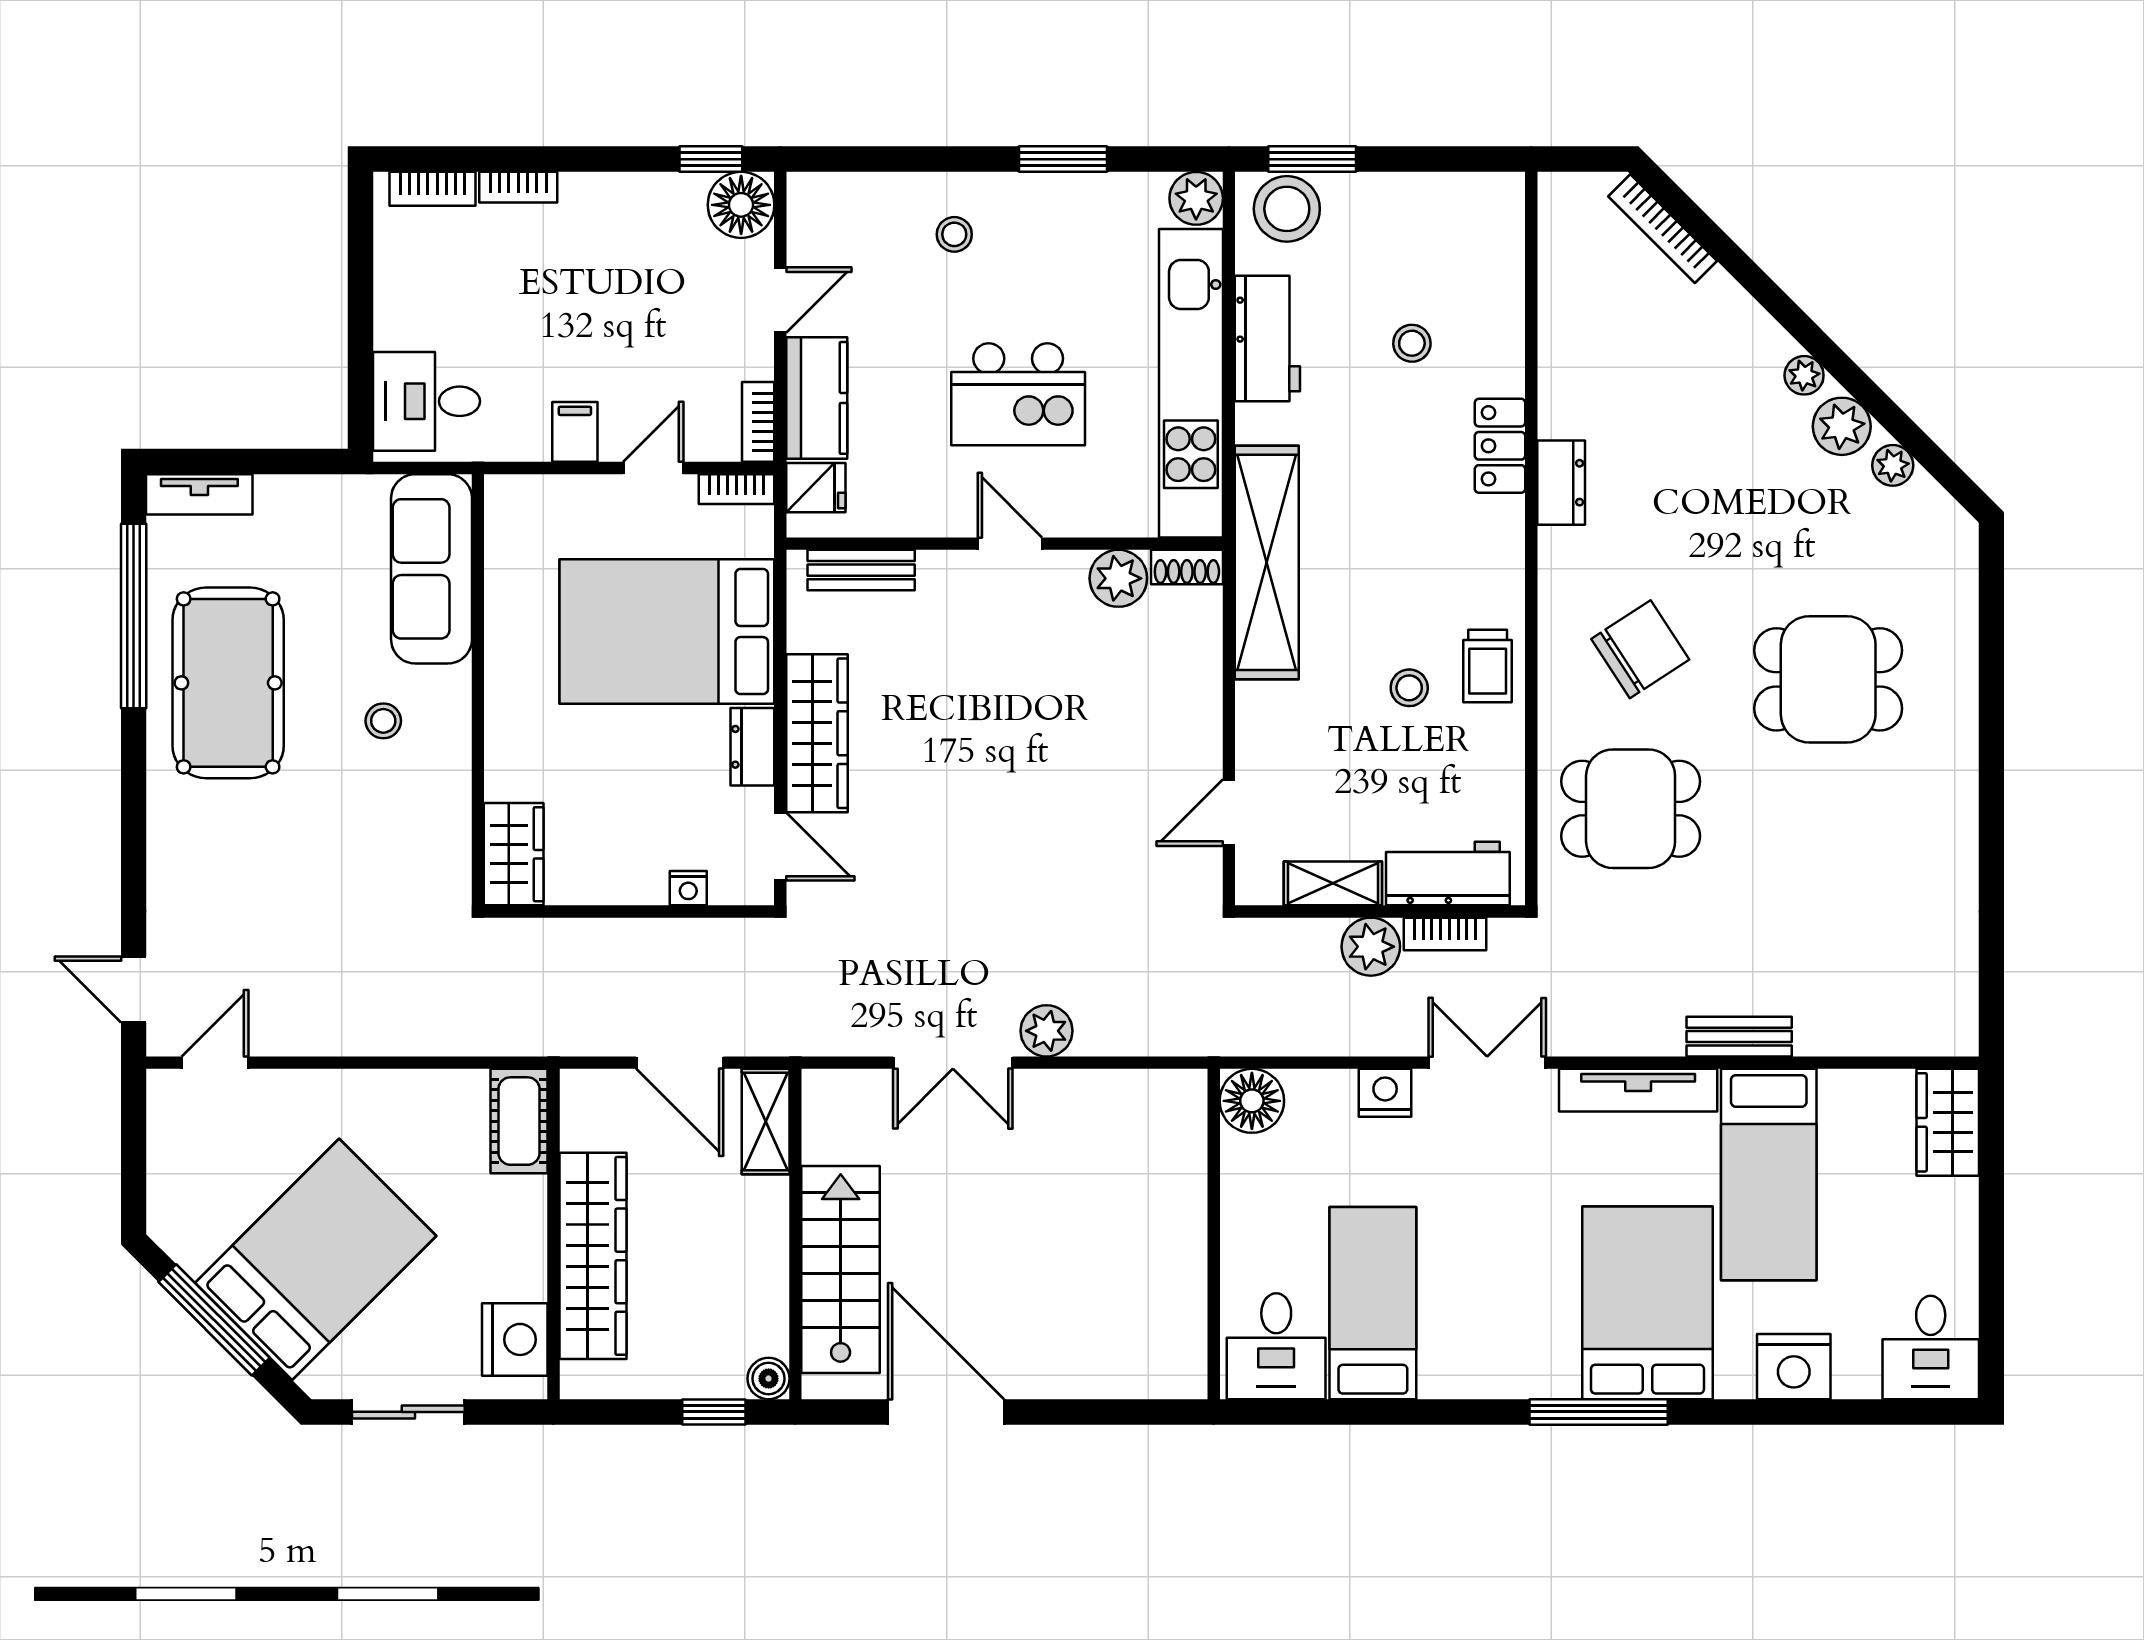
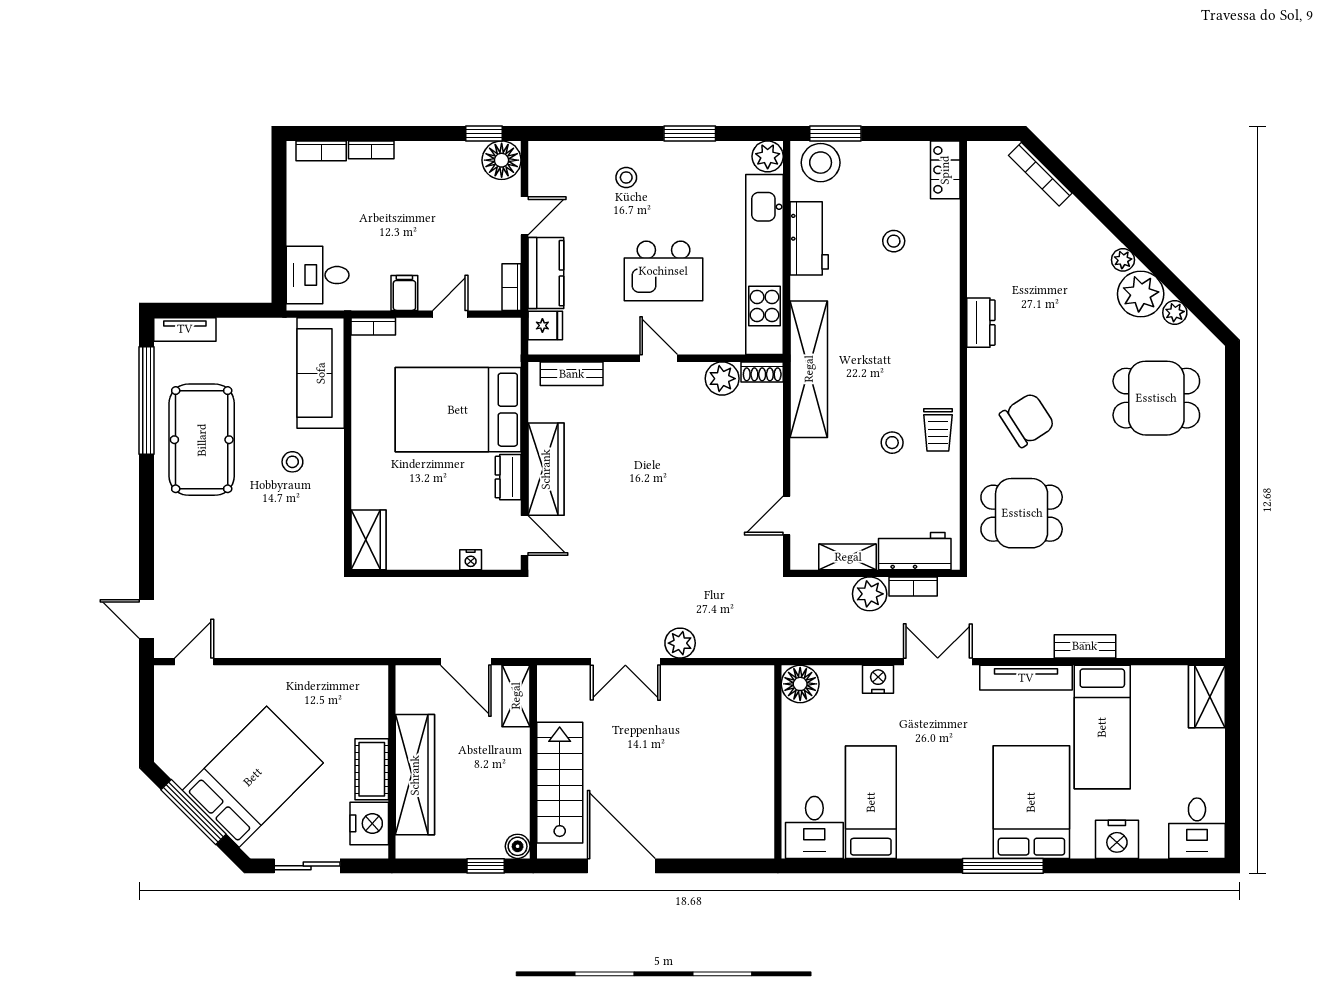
plant: (1842, 426) -> (1141, 294), width x1.36, depth x1.36
locker: (1500, 446) -> (945, 170), moved
bookcase: (736, 489) -> (373, 326), moved
dining table: (1828, 679) -> (1156, 398), moved
cot: (519, 1121) -> (372, 769), moved

